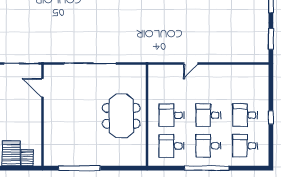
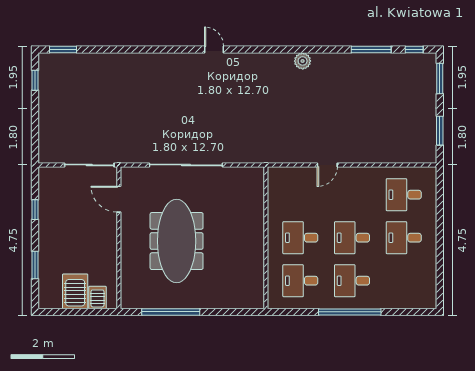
meeting table: (121, 116) -> (177, 241), moved, width x1.36
window: (271, 117) -> (440, 241), removed
desk: (245, 146) -> (404, 195), moved

